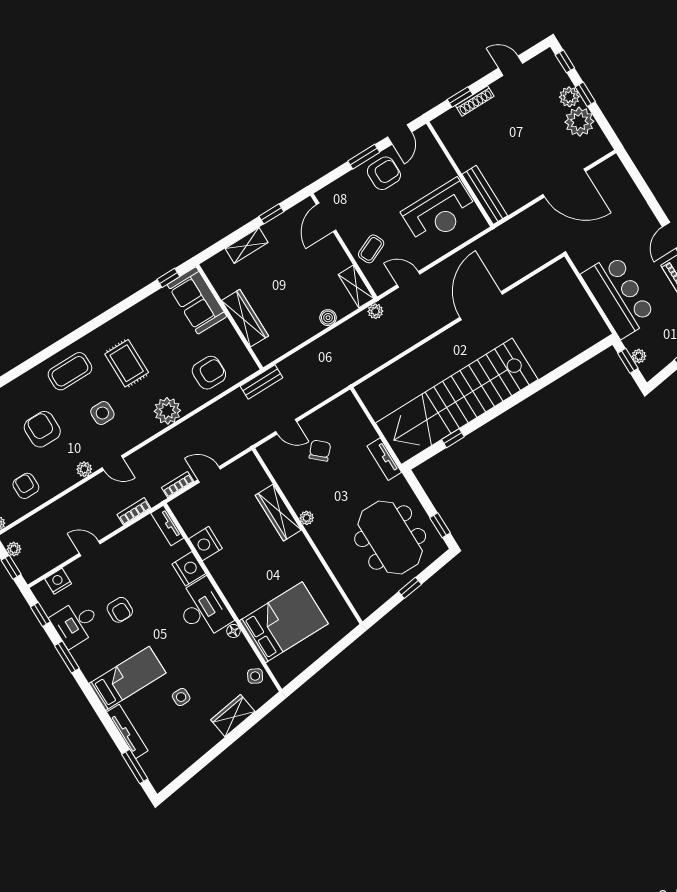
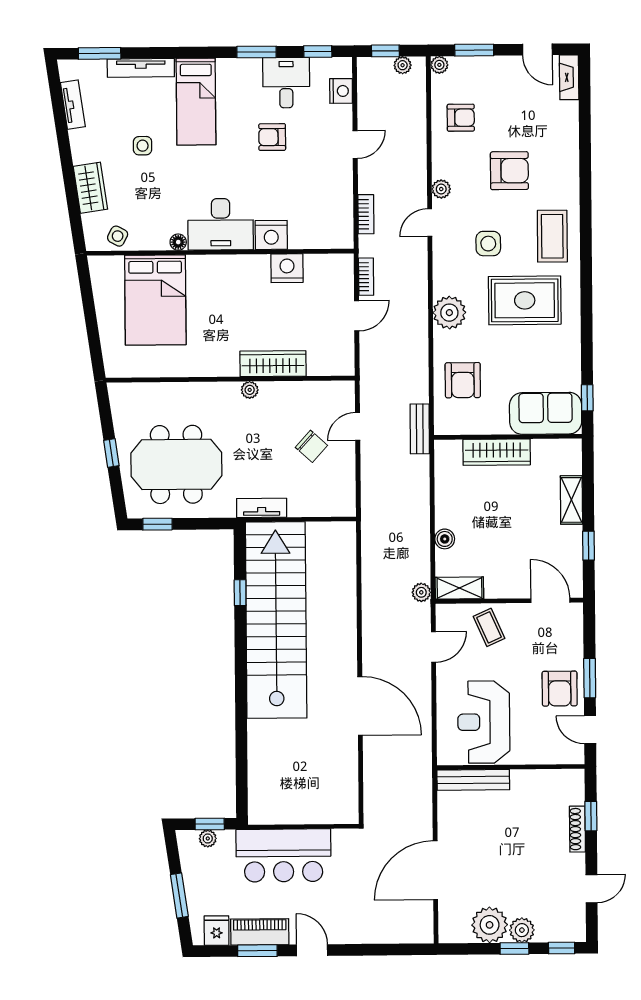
rug: (127, 363) -> (525, 300), width x1.36, depth x1.43
tv unit: (167, 526) -> (73, 105), moved, turned 82

